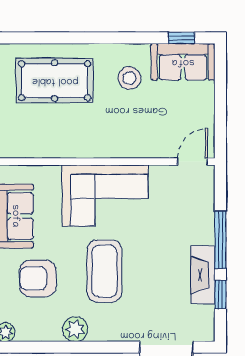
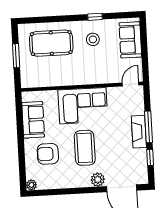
window: (181, 38) -> (95, 17), moved
sofa: (183, 62) -> (130, 40), moved, turned 90
fireplace: (203, 275) -> (139, 132), moved
plant: (75, 329) -> (98, 180), moved

